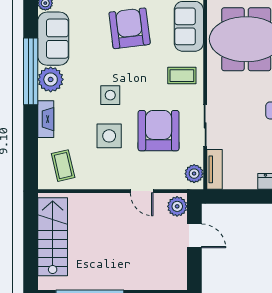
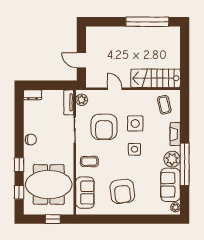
plant: (177, 206) -> (92, 79), removed
stairs: (53, 237) -> (155, 78), moved, turned 90

